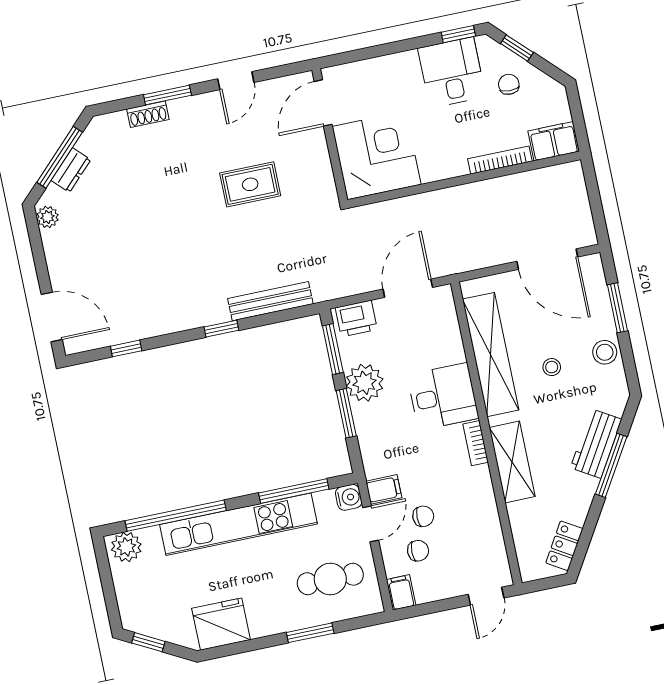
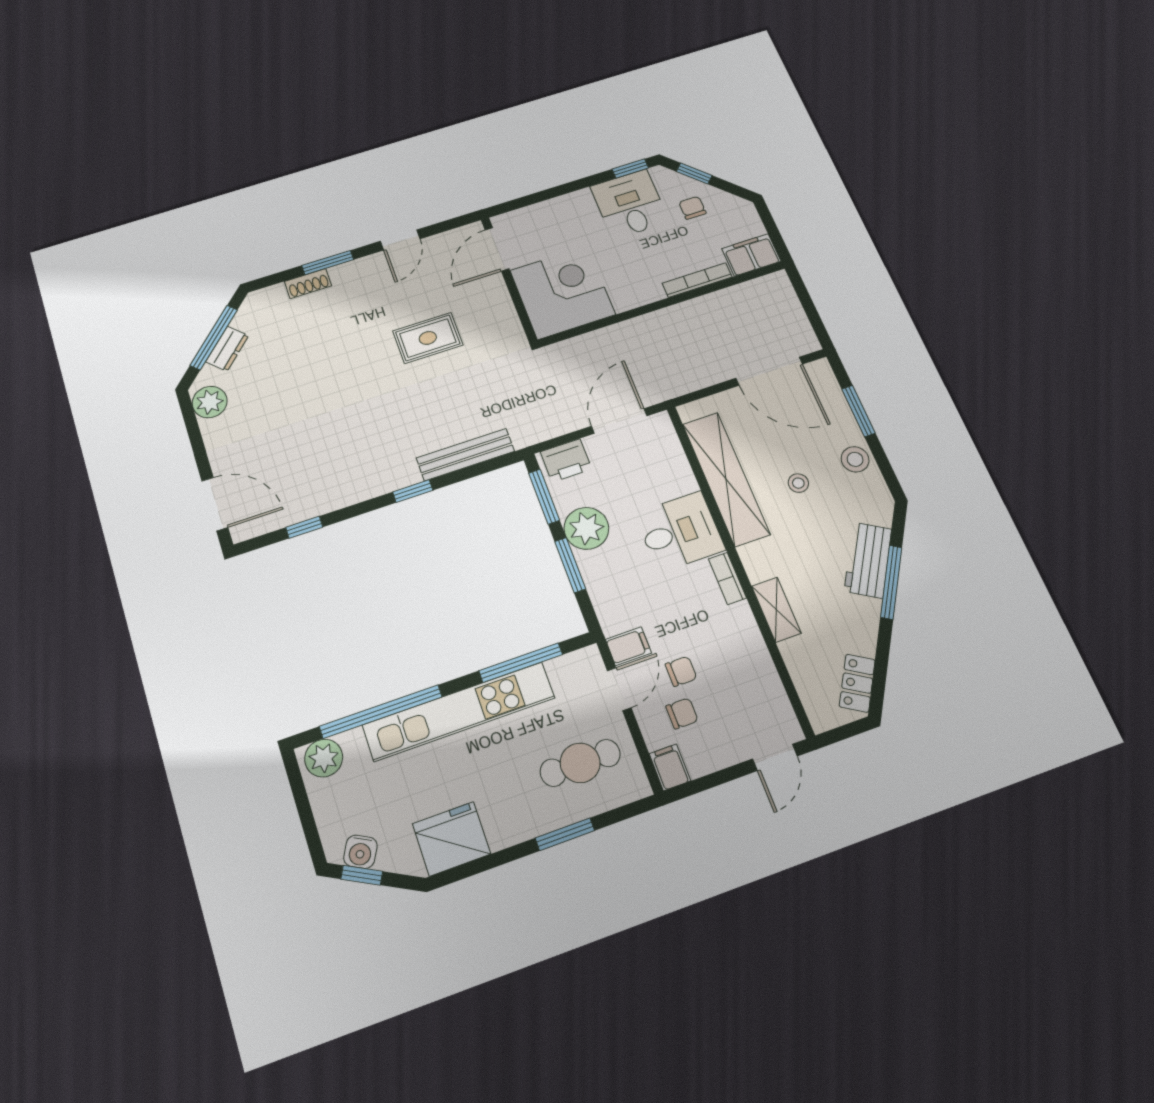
plant: (47, 217) -> (210, 402), width x1.38, depth x1.38
shelving: (512, 462) -> (776, 610), width x0.67, depth x0.75
water cooler: (349, 497) -> (360, 852), moved, turned 118

